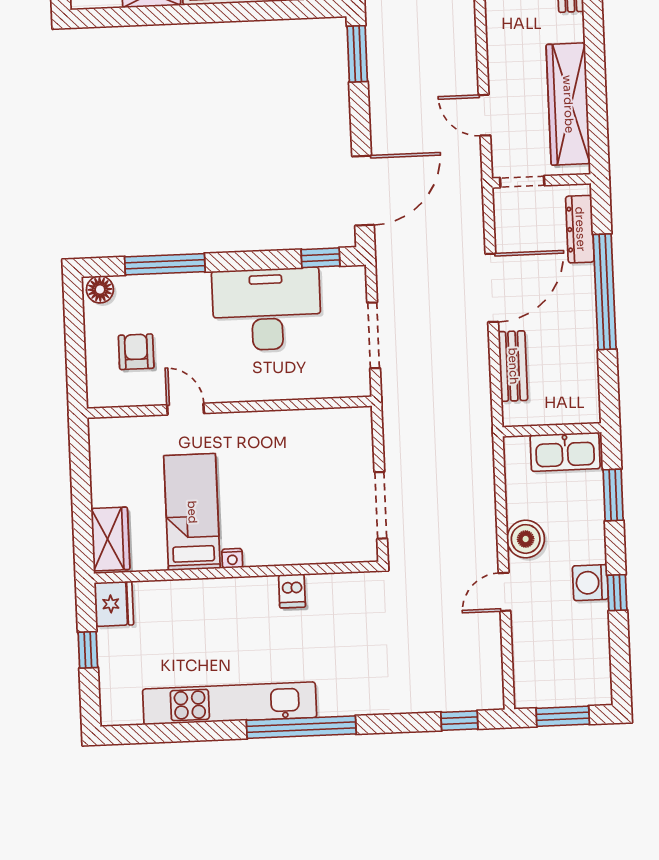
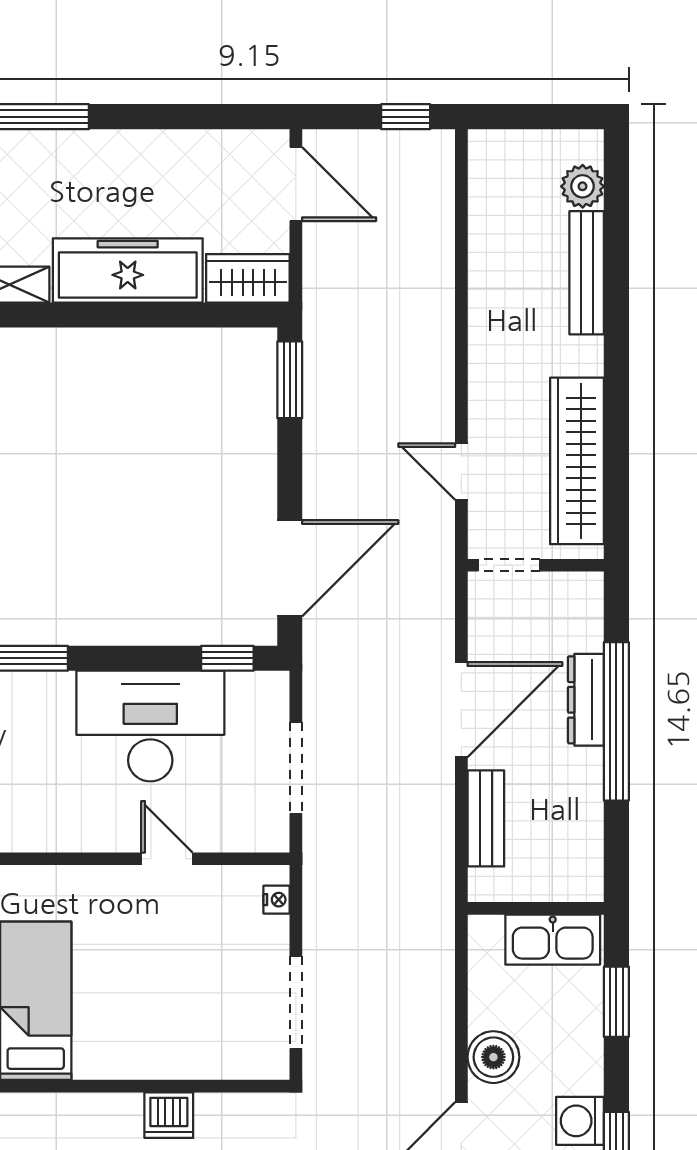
dresser: (580, 229) -> (586, 700), moved
door: (185, 409) -> (167, 859), moved
nightstand: (232, 558) -> (277, 900), moved, turned -90
dishwasher: (292, 591) -> (169, 1115), width x1.38

